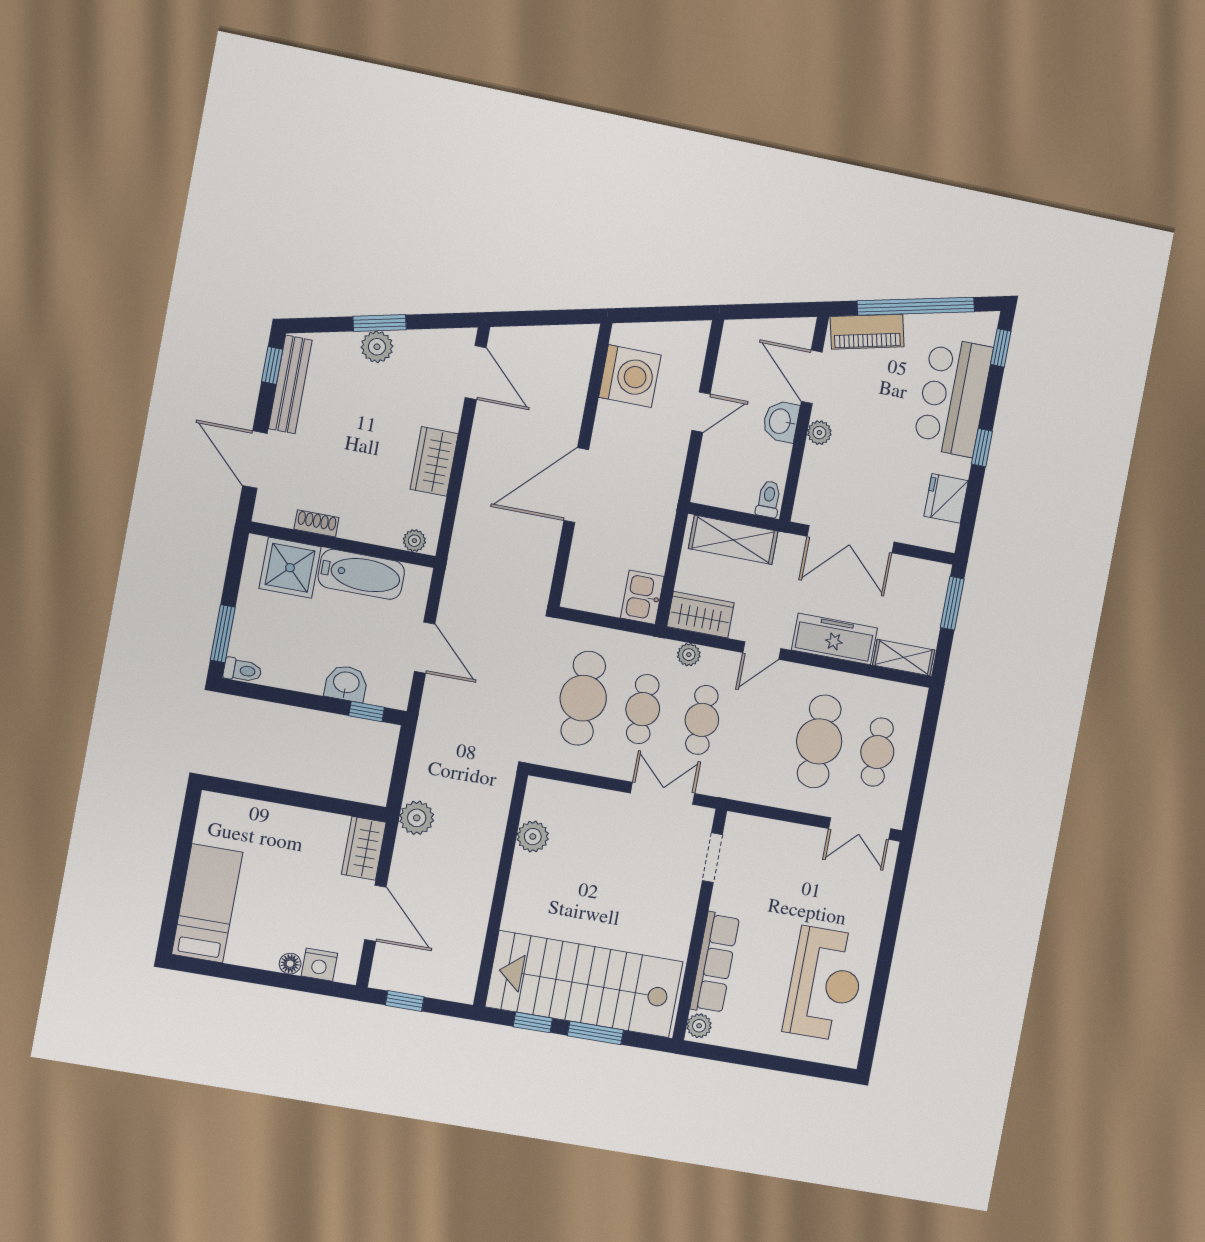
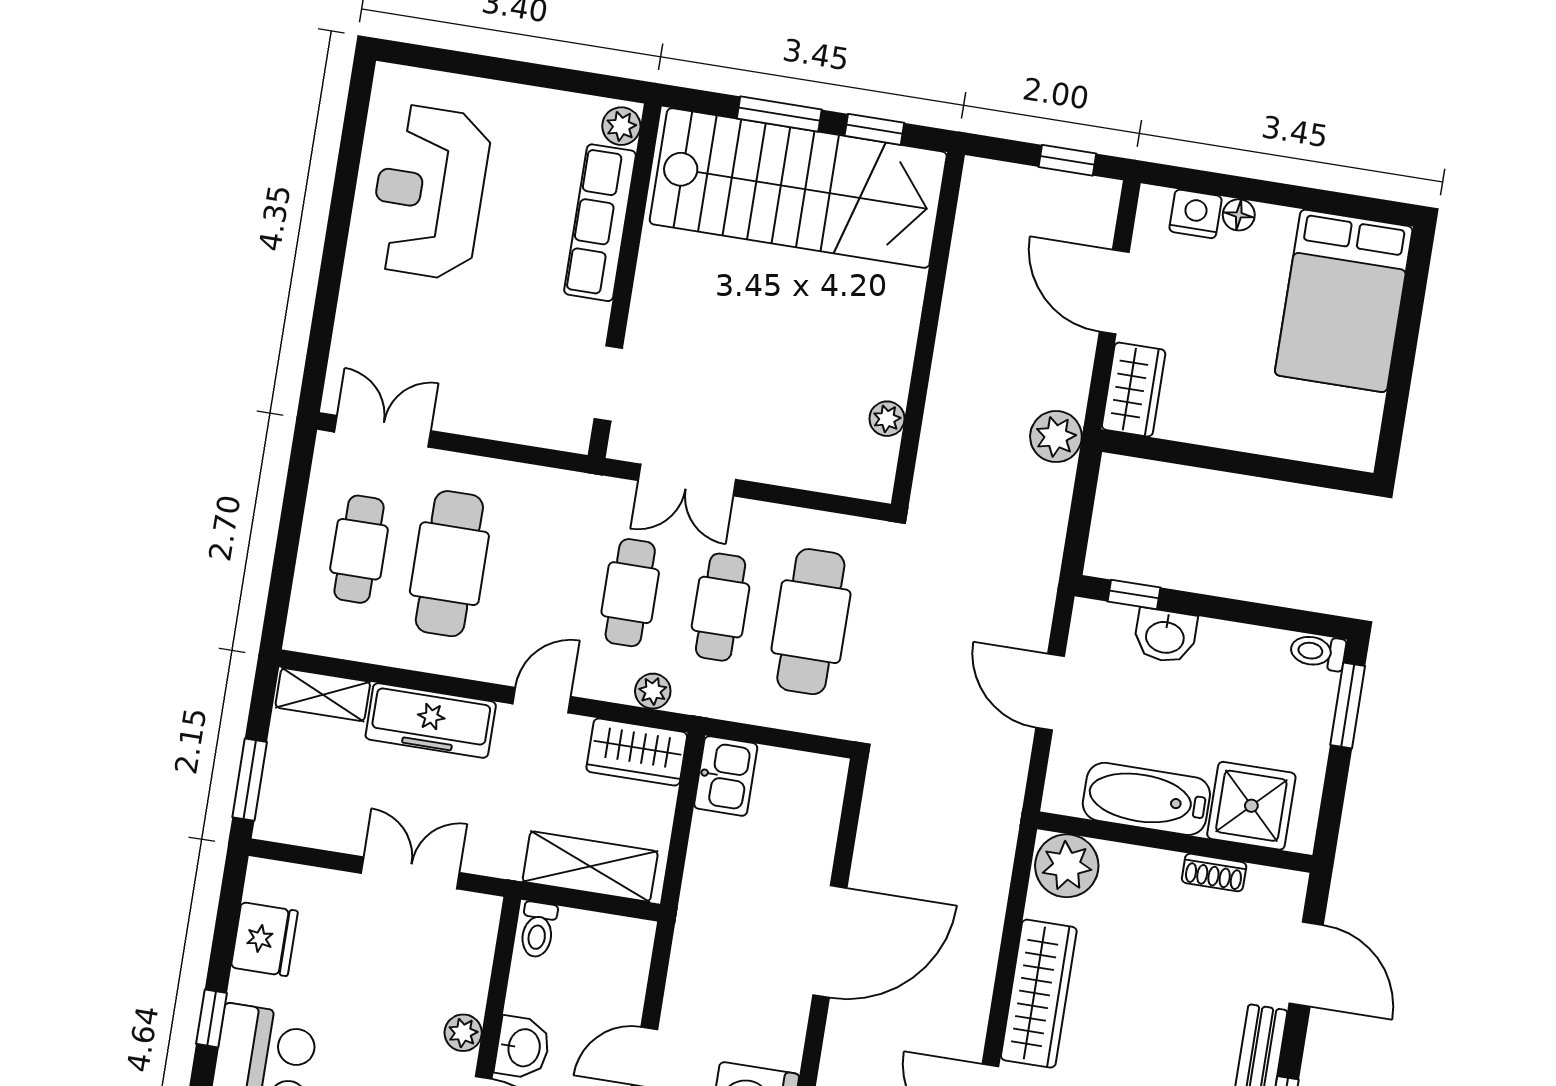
wardrobe: (434, 461) -> (1039, 994), width x1.50
double door: (851, 539) -> (410, 873), width x0.73
plant: (414, 541) -> (1067, 866), width x1.88, depth x1.88
plant: (533, 837) -> (887, 419), width x0.73, depth x0.73
bed: (207, 903) -> (1344, 301), width x1.50

